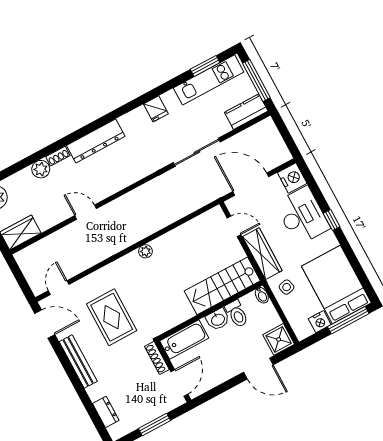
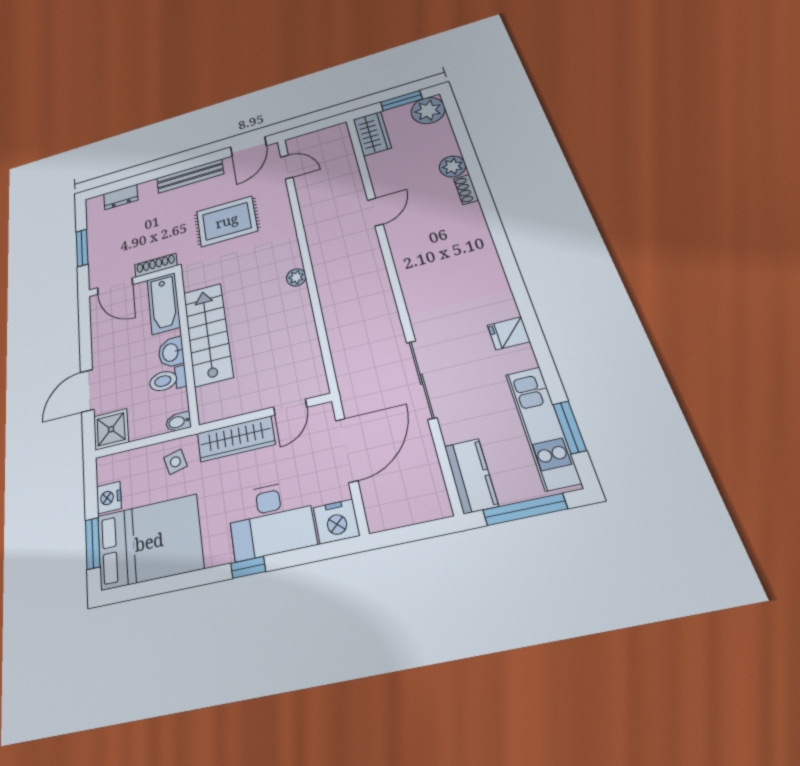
dresser: (96, 141) -> (477, 241), removed
stairs: (222, 286) -> (208, 334), moved
window: (348, 320) -> (93, 543), width x0.69

